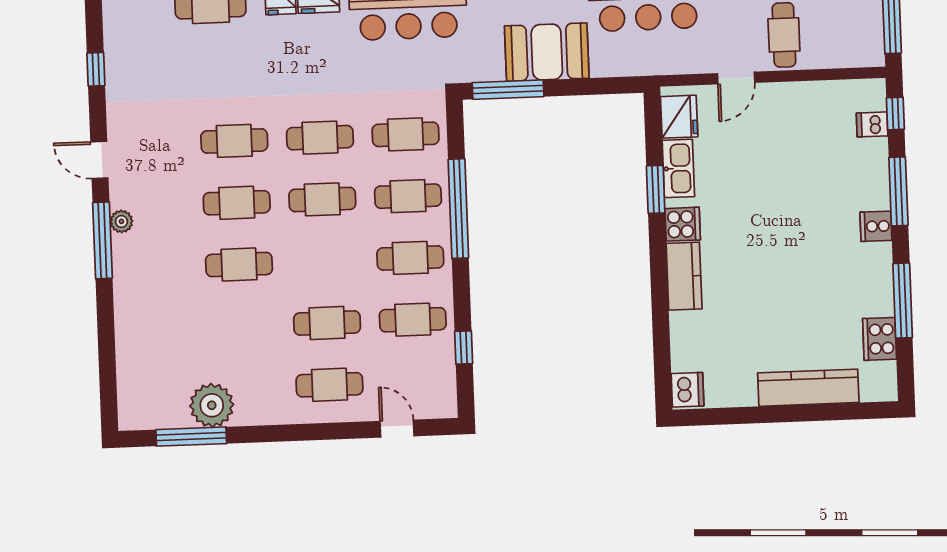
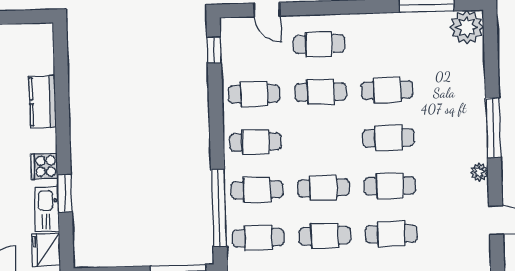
window: (458, 209) -> (219, 208), moved
window: (102, 240) -> (493, 128), moved
kitchen counter: (684, 276) -> (43, 102), moved
cafe table: (241, 326) -> (387, 90), added
window: (464, 347) -> (214, 50), moved
dishwasher: (687, 390) -> (41, 38), removed
plant: (212, 405) -> (467, 27), moved

